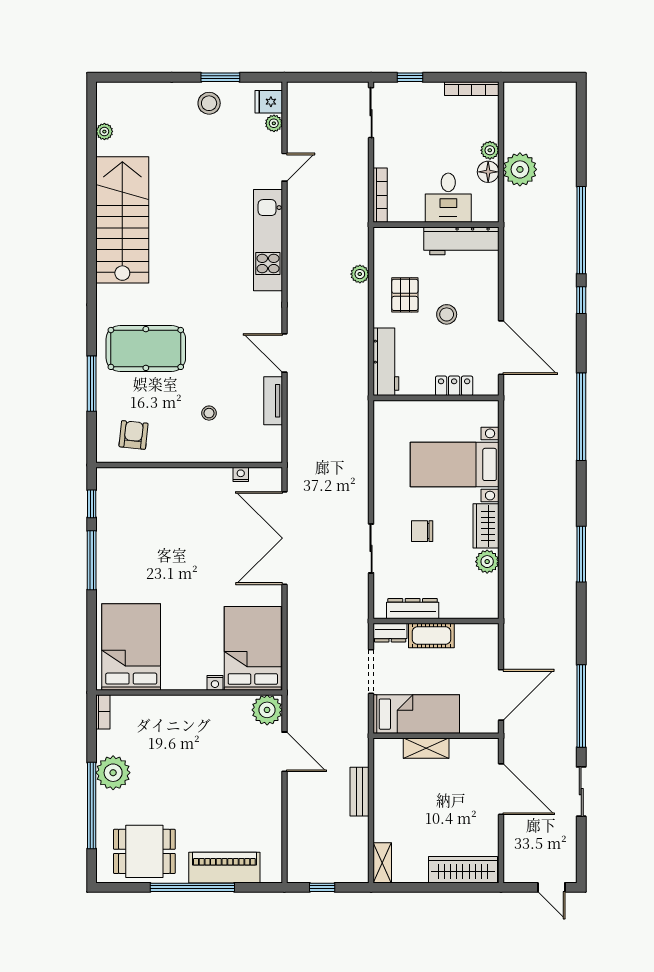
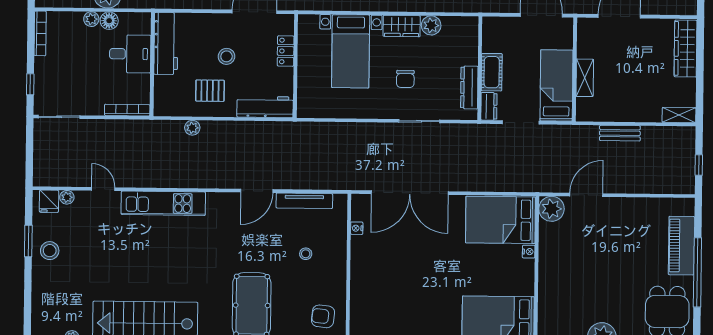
tv unit: (273, 401) -> (304, 201), width x1.41

